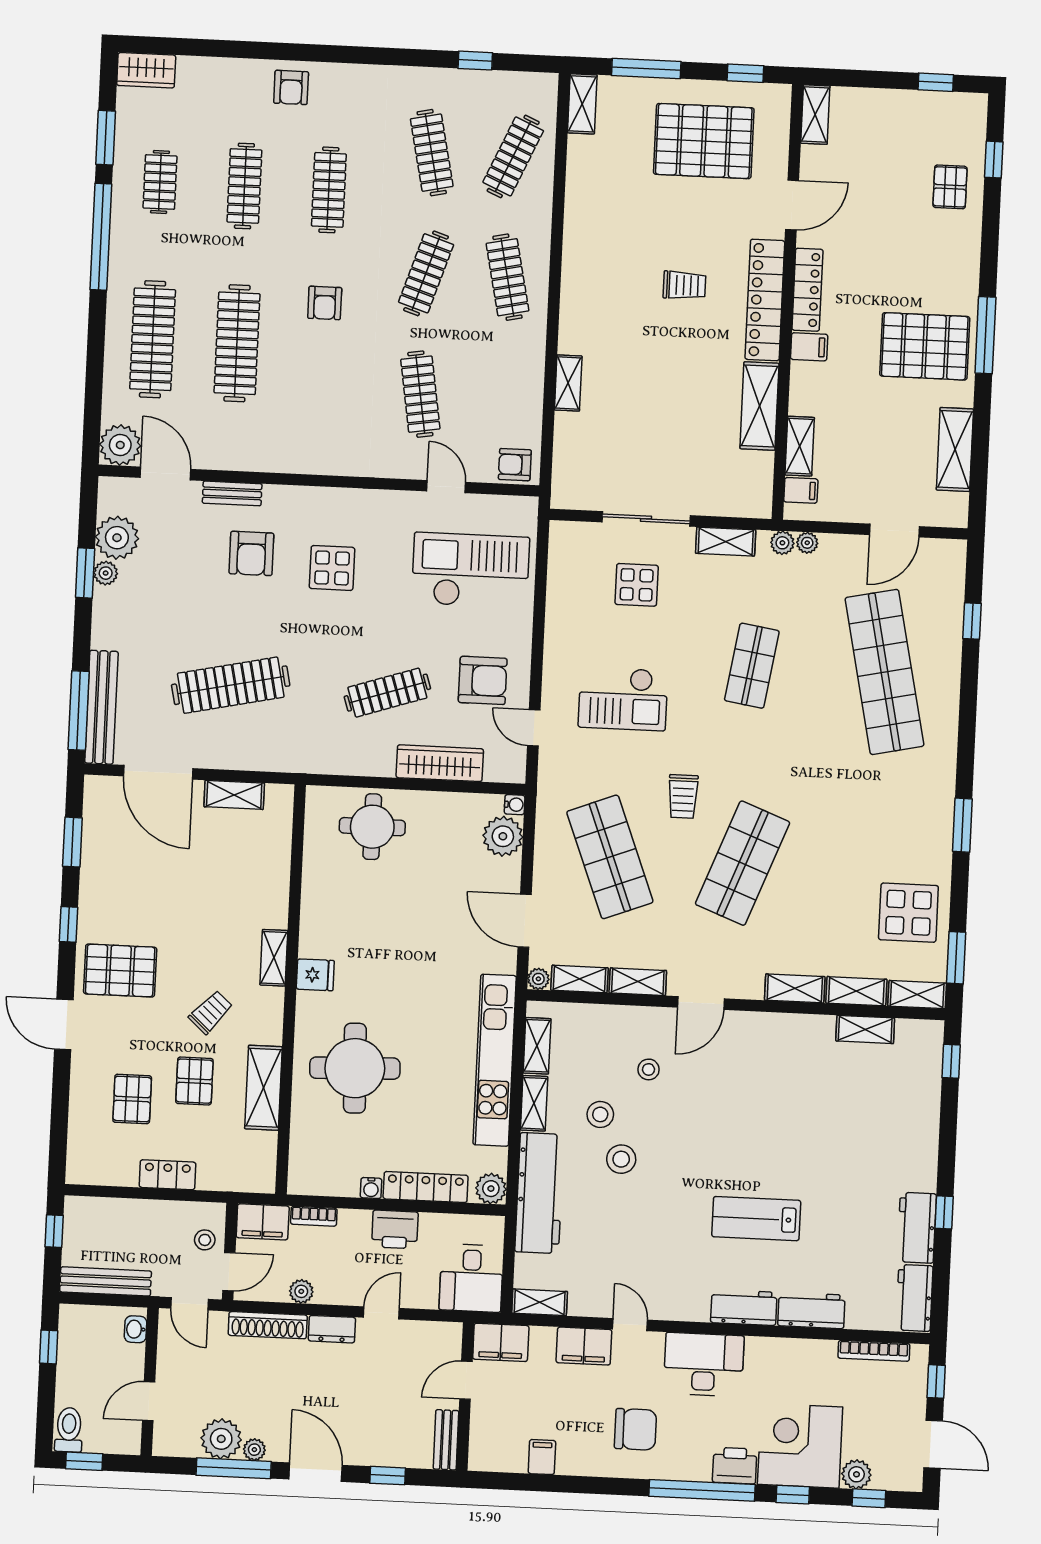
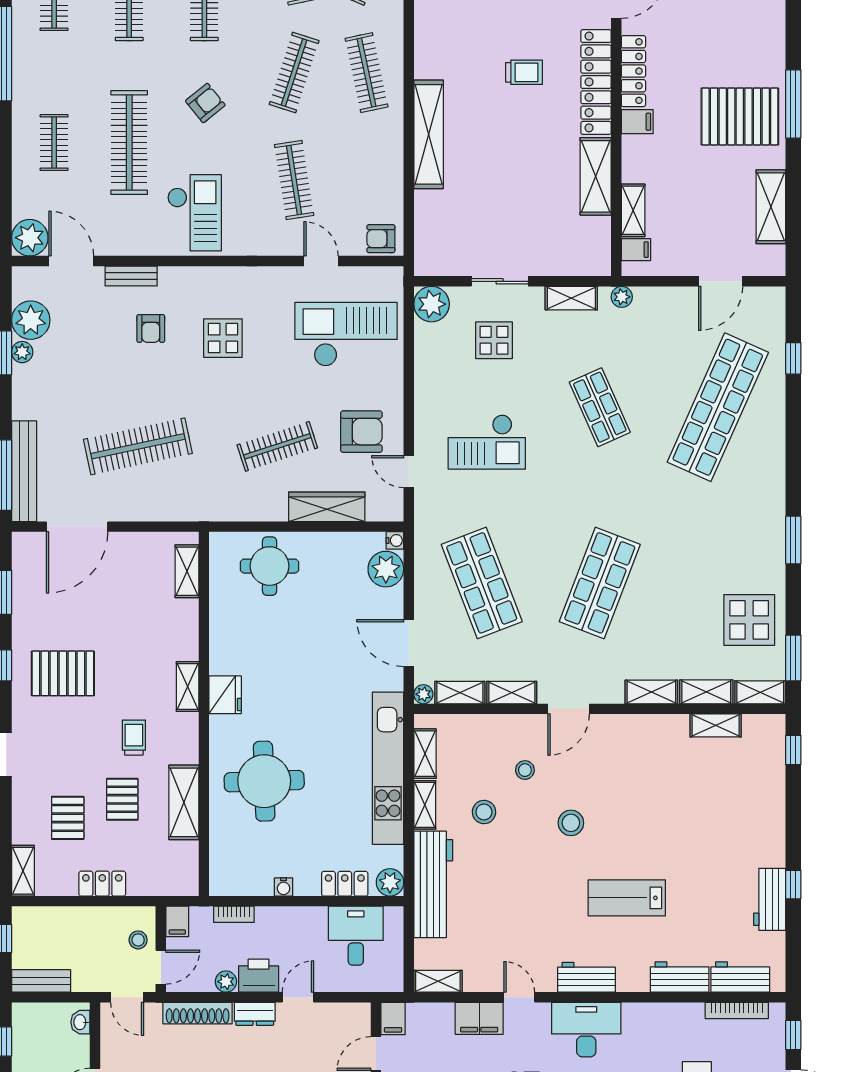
armchair: (325, 303) -> (205, 103), turned -129
clothes rail: (153, 339) -> (54, 143), width x0.54, depth x0.76
shelving: (568, 383) -> (429, 134), width x2.20, depth x1.33
checkout: (307, 426) -> (194, 213), added
sliding door: (646, 519) -> (500, 281), width x0.73
plant: (807, 543) -> (432, 304), moved, width x1.87, depth x1.87
armchair: (251, 553) -> (151, 329), width x0.72, depth x0.72
shop shelf: (752, 666) -> (600, 407), turned -33
shop shelf: (884, 672) -> (718, 407), turned 36
door: (158, 772) -> (77, 527), hinge flipped
shelving: (234, 795) -> (187, 571), moved, turned 90
trolley: (683, 796) -> (544, 526), removed
pallet: (120, 971) -> (63, 673), moved
fridge: (315, 975) -> (225, 695), width x1.38
trolley: (211, 1012) -> (134, 738), turned -42
shelving: (79, 1156) -> (23, 871), added
stool: (621, 1159) -> (571, 823), moved
locker: (426, 1187) -> (345, 884), width x0.66
filing cabinet: (263, 1222) -> (177, 921), width x0.50
printer: (395, 1229) -> (259, 976), moved, turned 180
desk: (471, 1278) -> (356, 936), moved, turned 180
bench: (106, 1281) -> (41, 981), width x0.73
workbench: (914, 1298) -> (740, 977), moved, turned 90
workbench: (744, 1307) -> (586, 977), moved
filing cabinet: (501, 1342) -> (393, 1019), width x0.50

